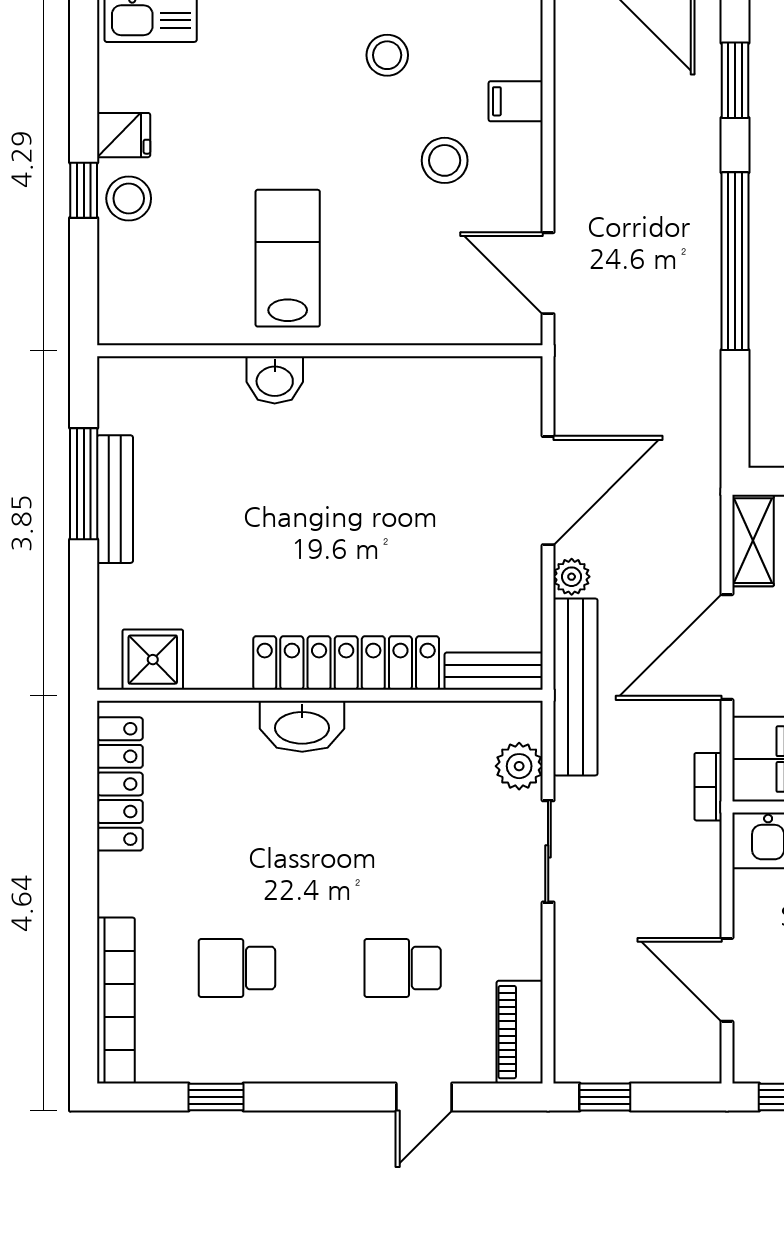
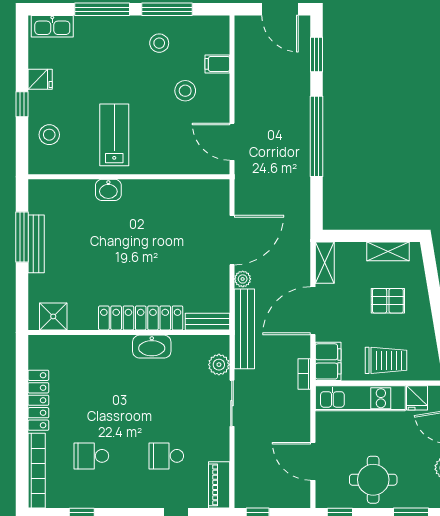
stool: (129, 198) -> (49, 135), moved
washbasin: (302, 726) -> (152, 347), moved
locker: (120, 784) -> (38, 400), moved

